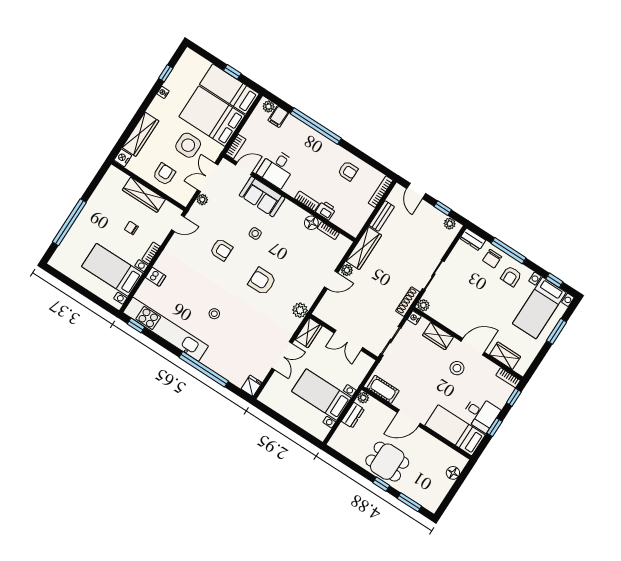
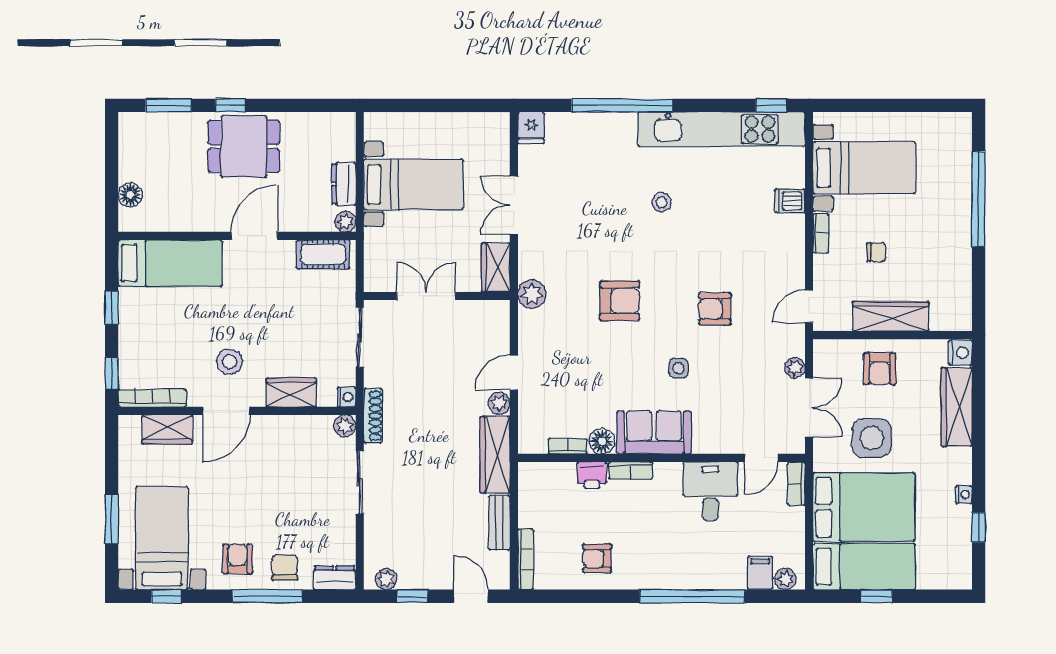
sofa: (262, 197) -> (654, 432), moved
bookcase: (508, 378) -> (152, 398), width x1.56
desk: (481, 414) -> (147, 315), removed

